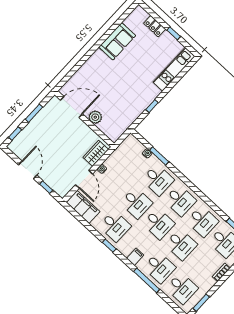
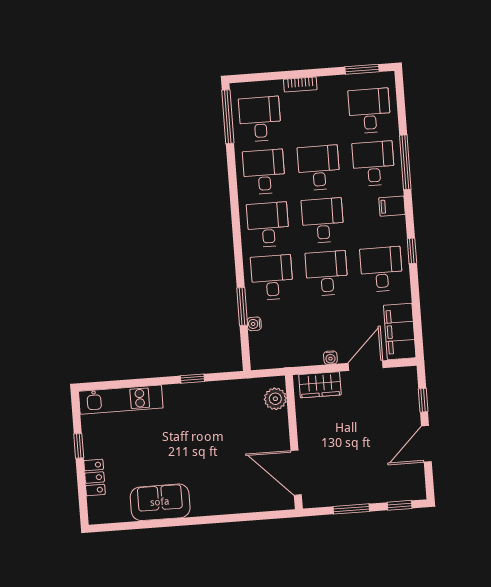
plant: (95, 117) -> (275, 399), moved

